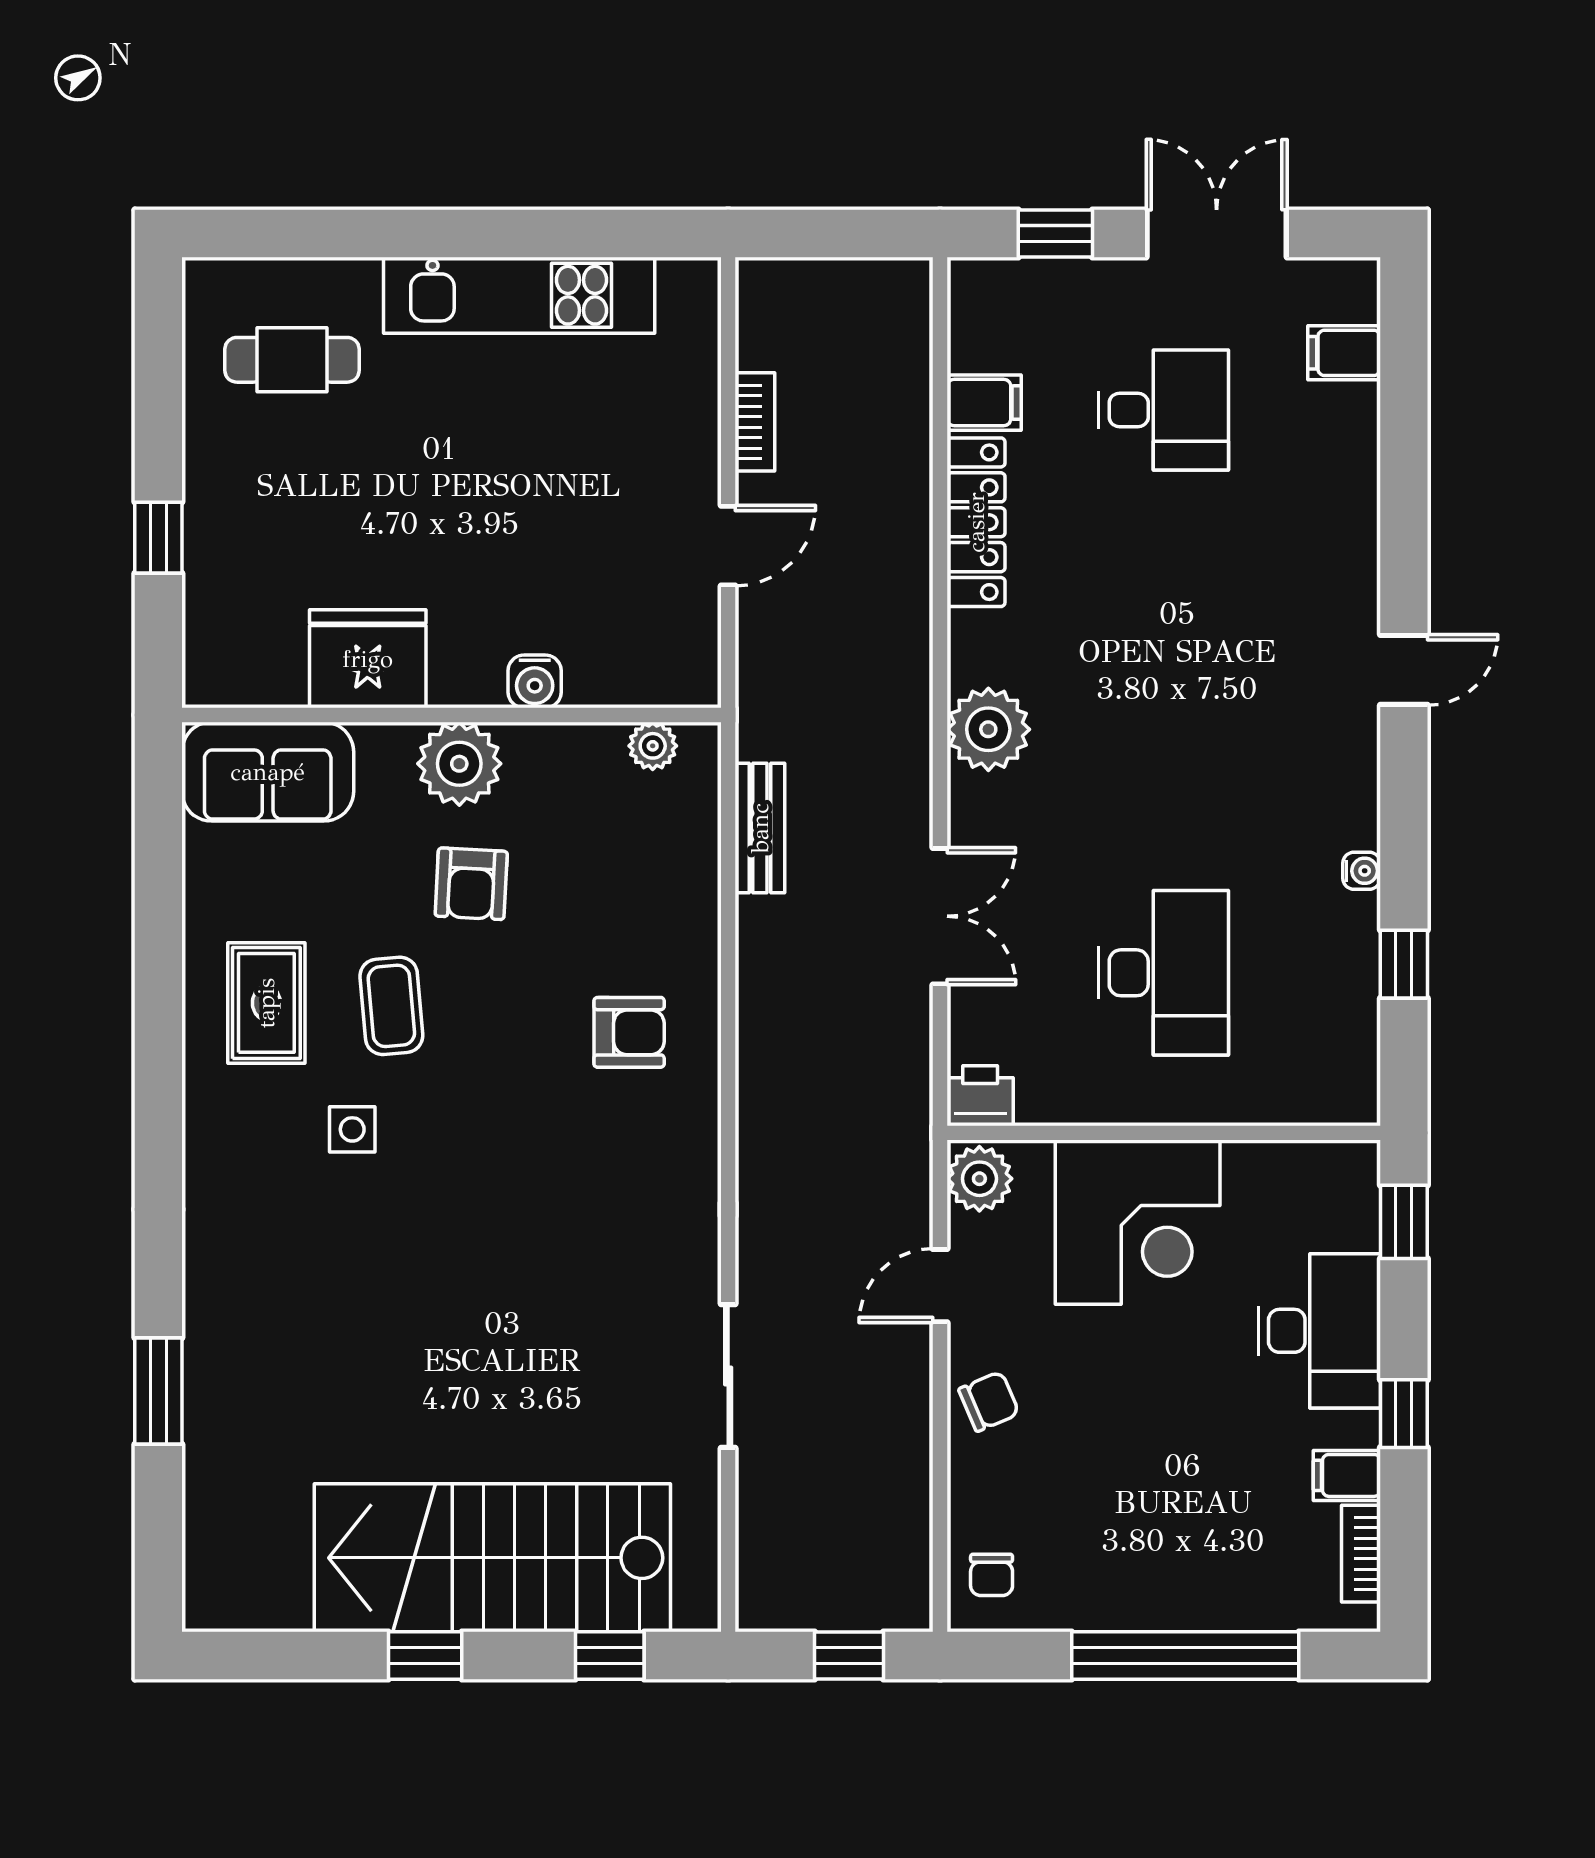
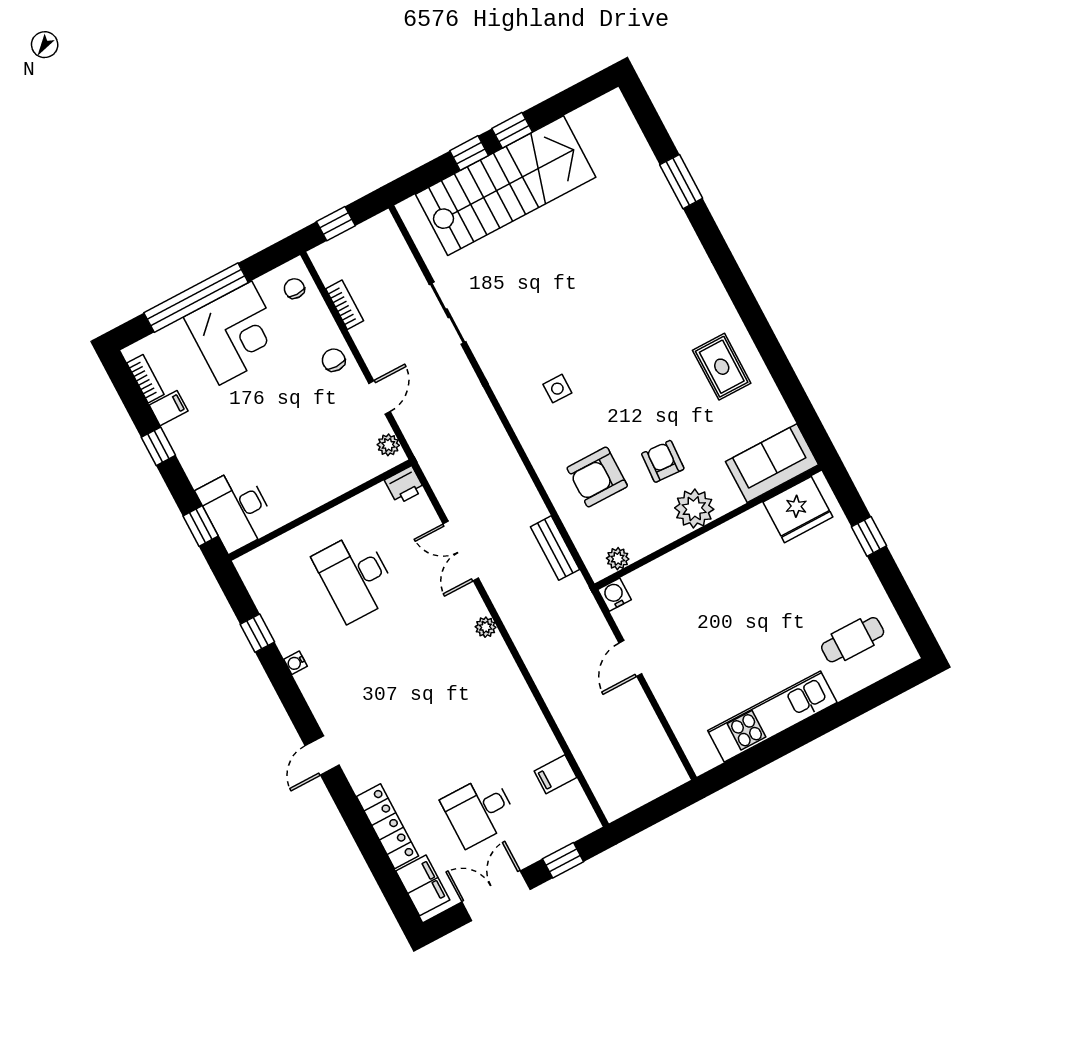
double door: (1217, 233) -> (496, 896), swing flipped
filing cabinet: (1344, 353) -> (423, 885), width x2.00
bookcase: (755, 422) -> (345, 305), moved, turned 180
locker: (976, 522) -> (388, 826), moved, turned 180
fridge: (368, 659) -> (798, 510), moved
water cooler: (535, 681) -> (614, 595), moved
plant: (988, 729) -> (486, 627), width x0.53, depth x0.53
coffee table: (391, 1006) -> (669, 393), removed
armchair: (629, 1032) -> (597, 477), moved, width x1.38, depth x1.38
side table: (352, 1129) -> (557, 389), moved
plant: (979, 1179) -> (388, 445), width x0.73, depth x0.73
corner desk: (1138, 1222) -> (235, 333), moved, turned 180
desk: (1320, 1331) -> (237, 509), moved
chair: (989, 1401) -> (334, 360), turned 113
window: (610, 1656) -> (469, 153), moved

